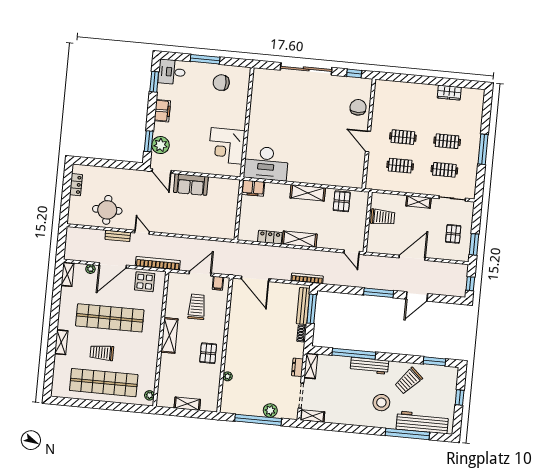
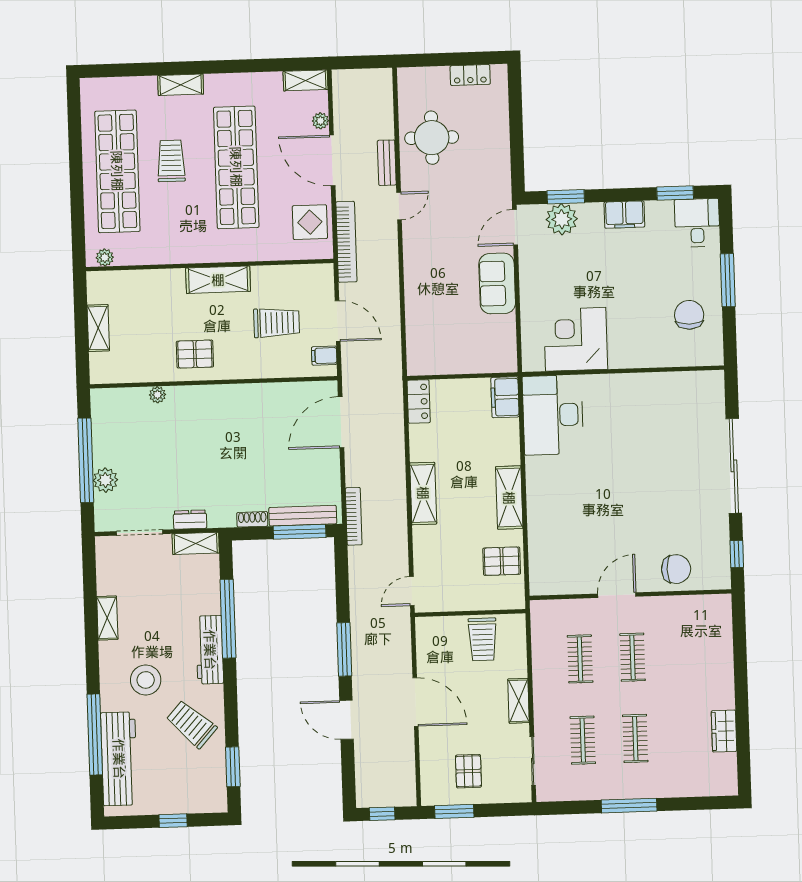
pallet: (453, 234) -> (468, 771), turned 90
locker: (270, 237) -> (419, 401), moved
shelving: (312, 416) -> (107, 618), moved

